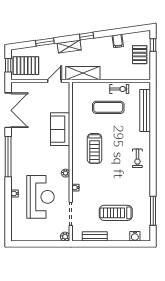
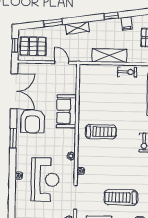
window: (87, 36) -> (111, 16), moved
shelving: (83, 73) -> (109, 56), moved
door: (55, 81) -> (62, 63), hinge flipped
exercise mat: (108, 107) -> (116, 90), removed
armchair: (27, 139) -> (33, 121), added
treadmill: (95, 149) -> (101, 132), turned -90
window: (8, 157) -> (13, 138), width x0.47

